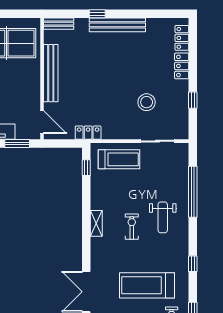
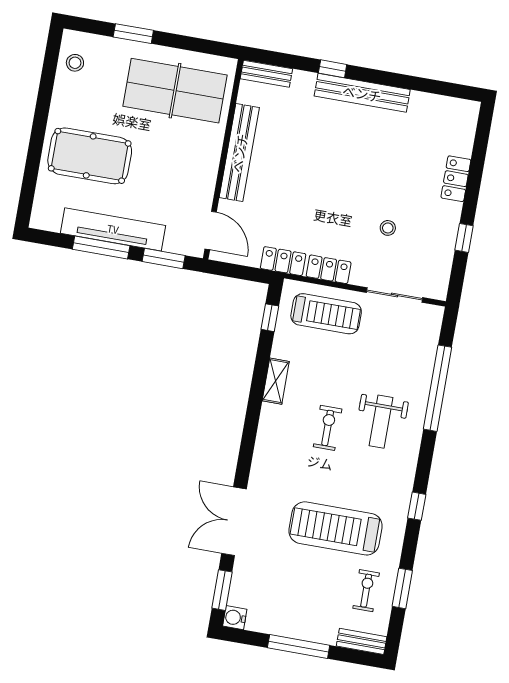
locker: (182, 38) -> (329, 269), moved, turned 90
stool: (147, 102) -> (388, 228), width x0.53, depth x0.53
shelving: (96, 223) -> (276, 381), moved

